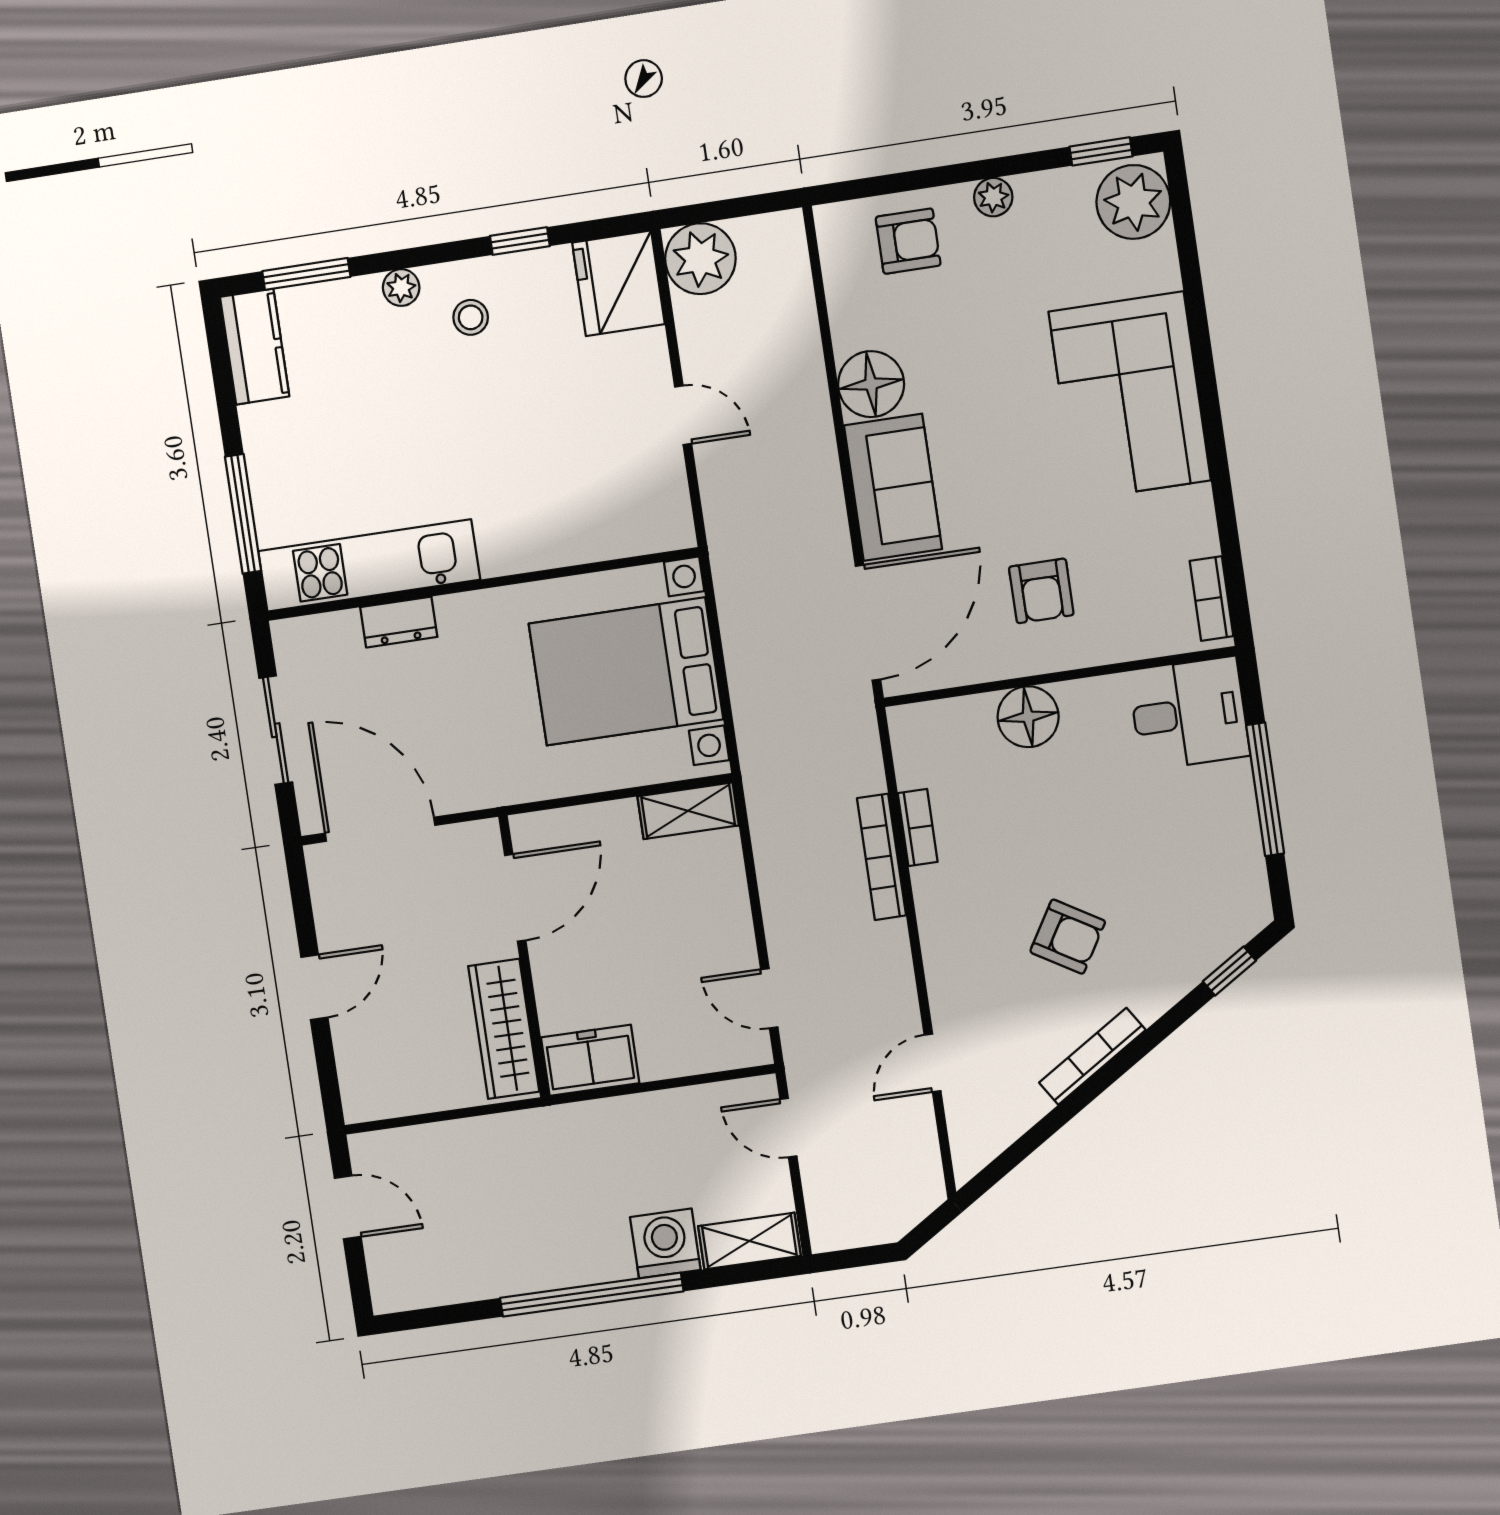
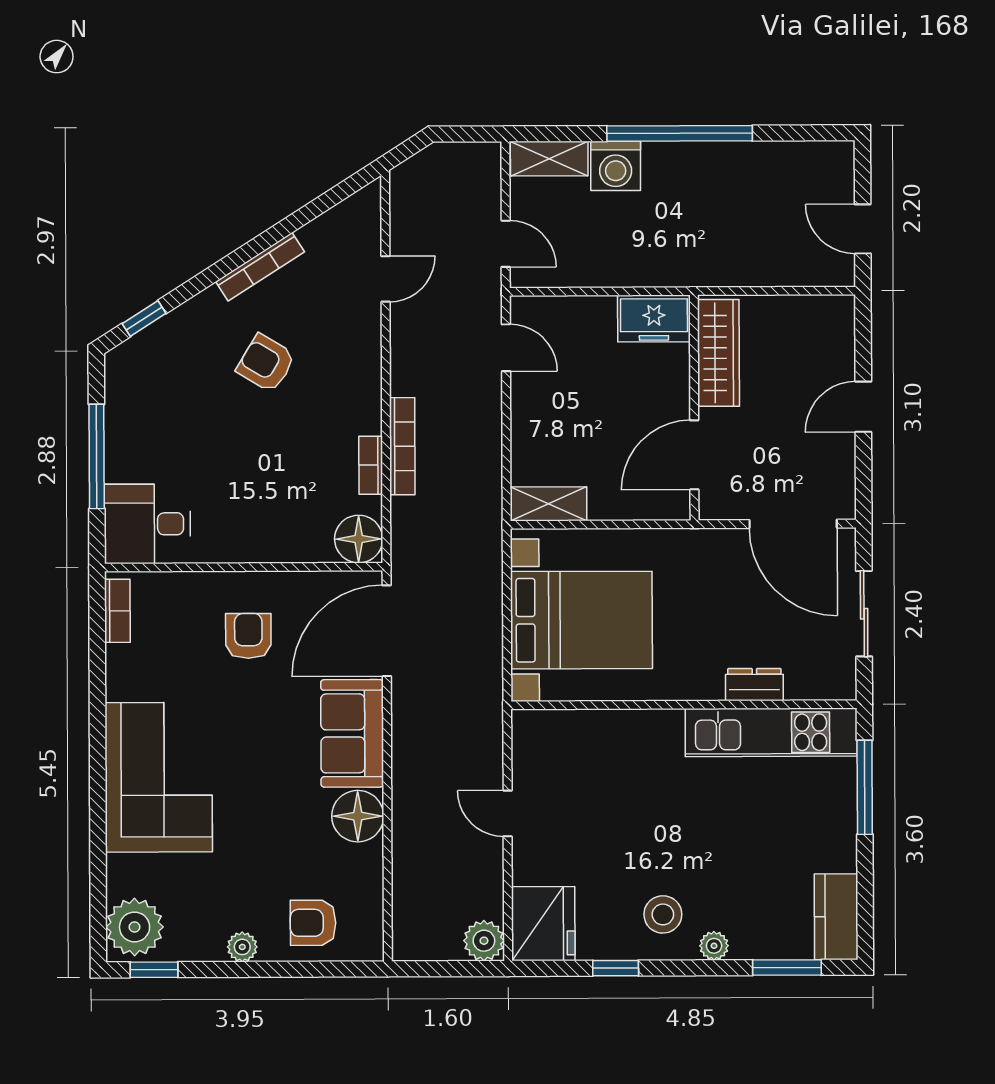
plant: (700, 259) -> (484, 941), width x0.73, depth x0.73
stool: (471, 317) -> (663, 914), width x1.37, depth x1.37
floor lamp: (1028, 717) -> (359, 539), moved

